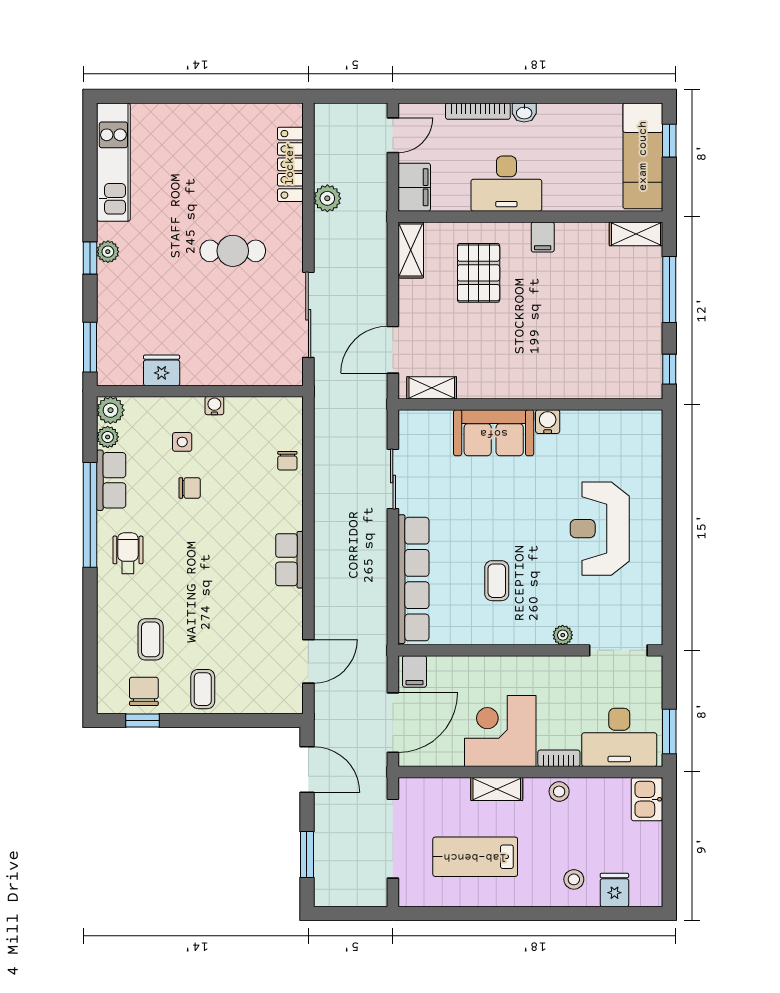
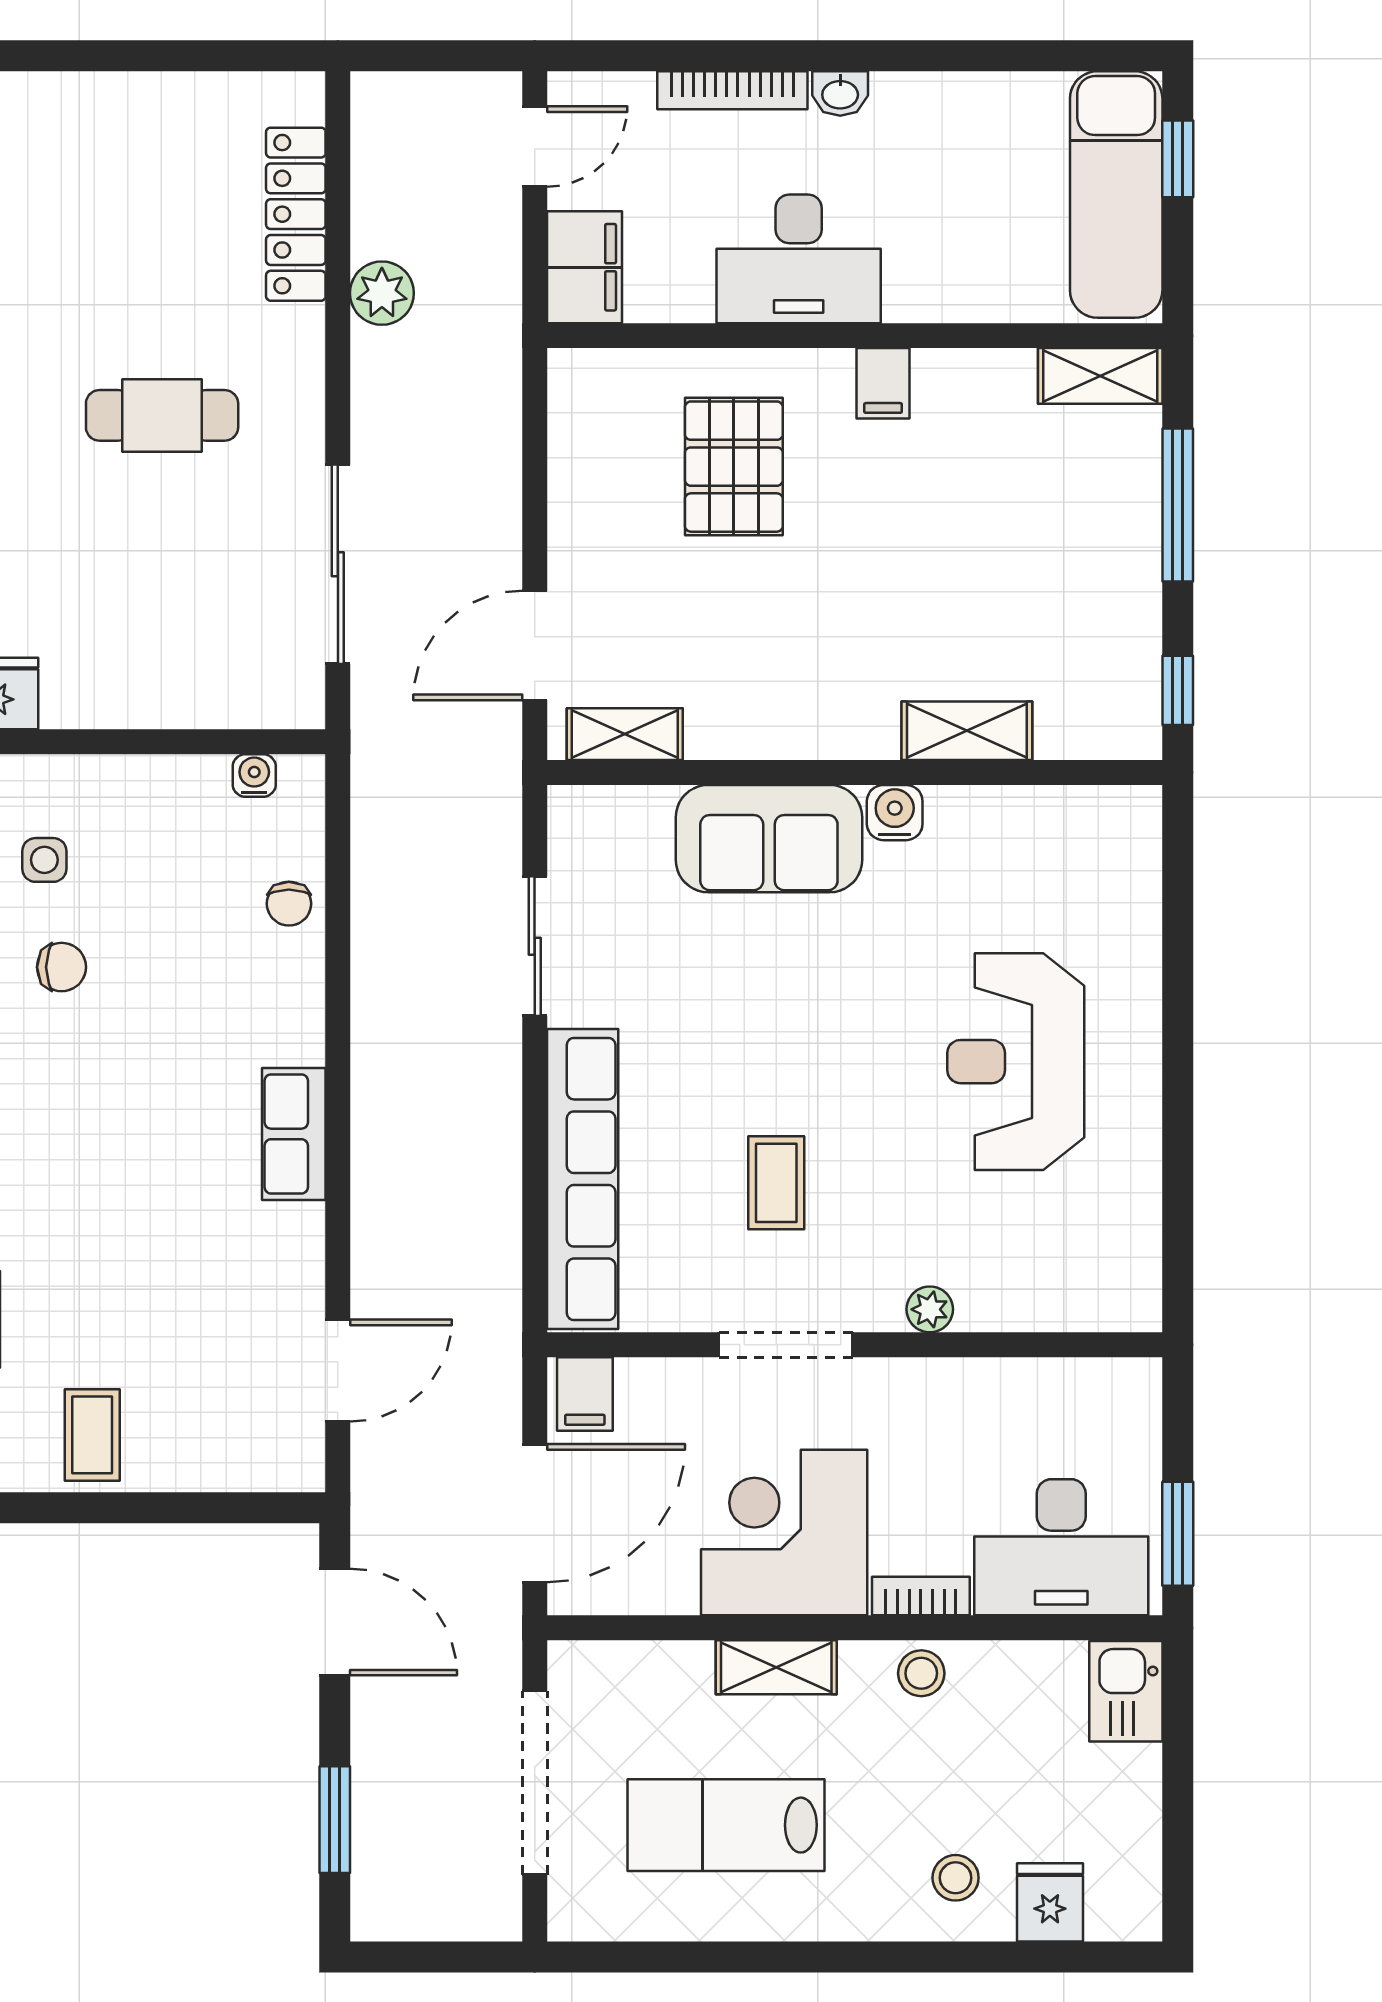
shelving: (411, 250) -> (967, 731), moved, turned 90
water cooler: (214, 406) -> (254, 775), moved
doorway: (618, 650) -> (785, 1345), moved

